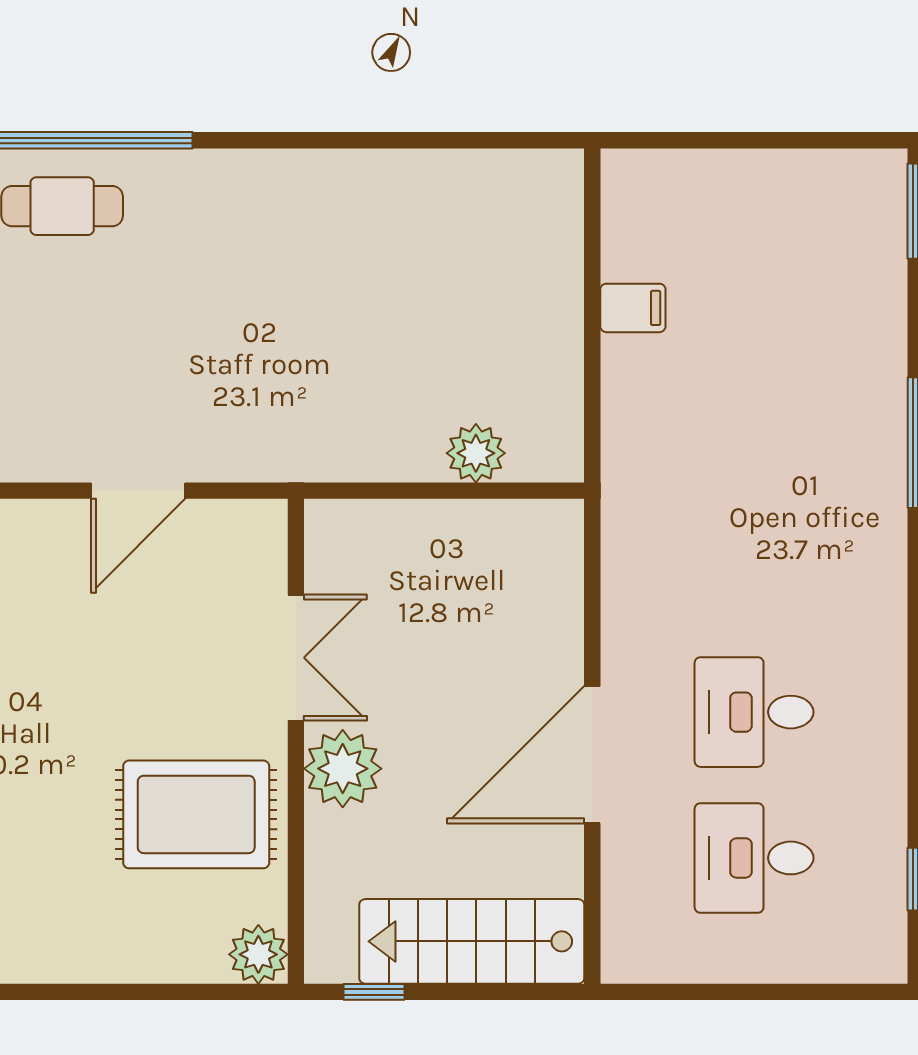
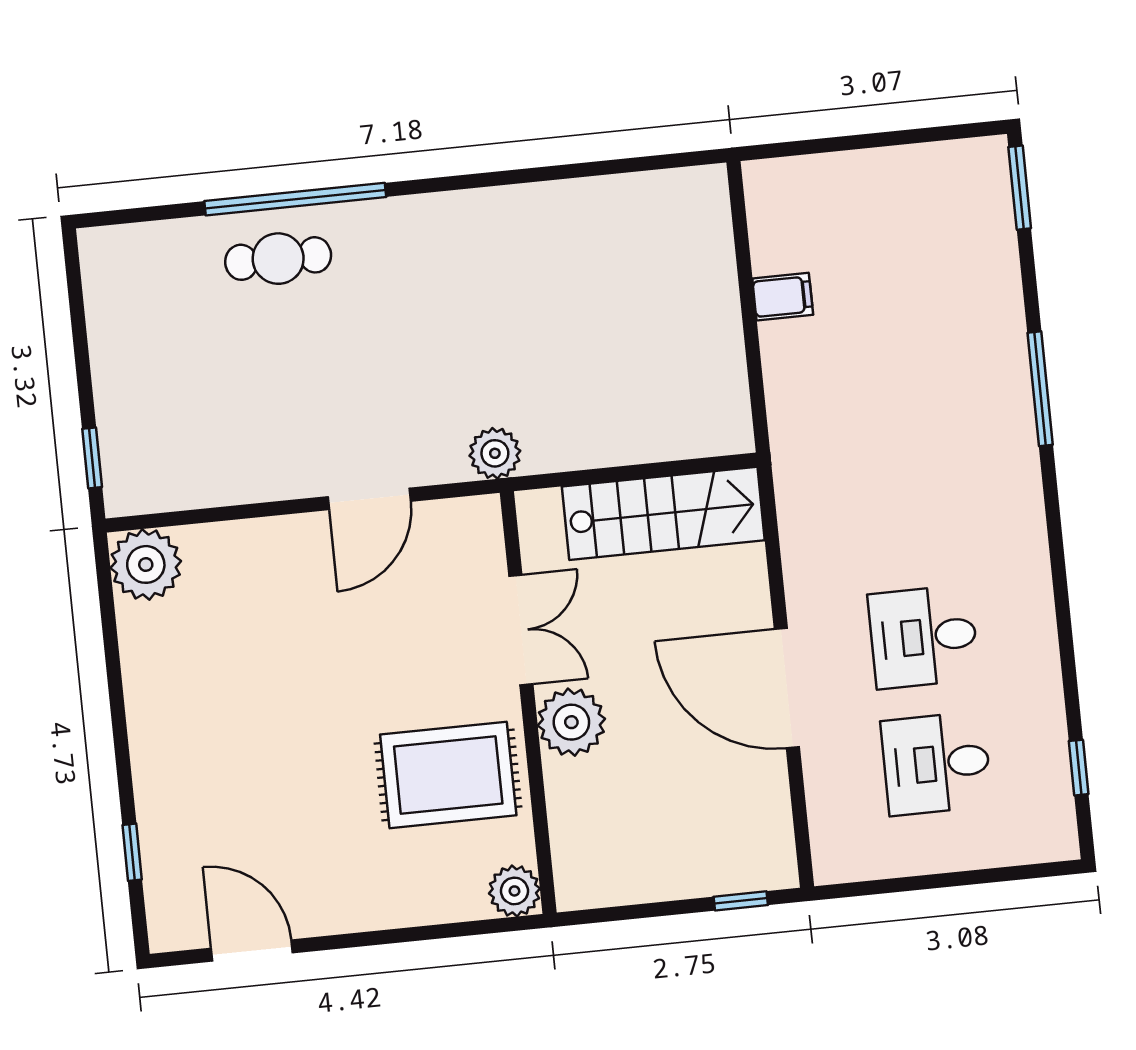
plant: (476, 453) -> (495, 453), moved
door: (592, 755) -> (787, 688), hinge flipped
stairs: (472, 941) -> (663, 513), moved, turned 180
window: (374, 992) -> (741, 901), moved

